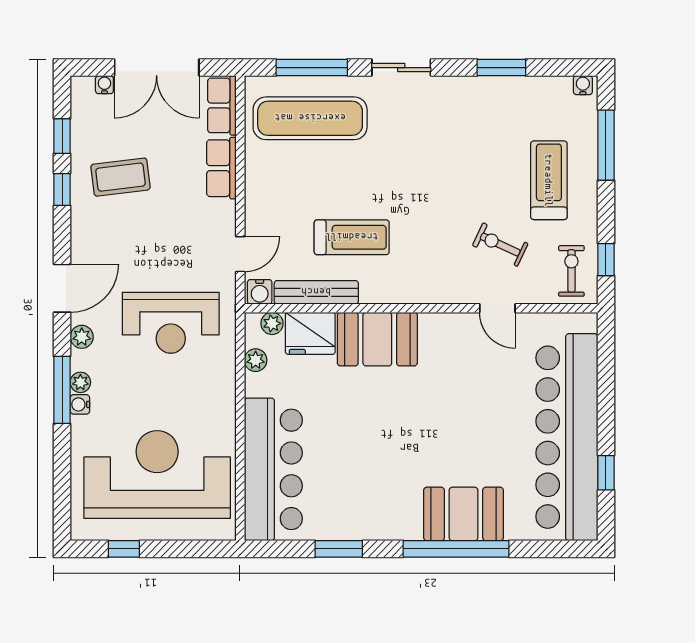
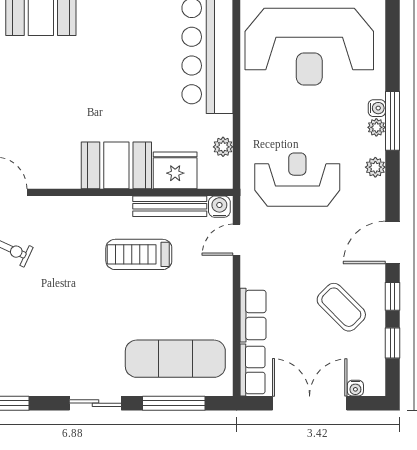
coffee table: (121, 177) -> (341, 307), turned 52
door: (62, 288) -> (393, 242), moved
plant: (272, 323) -> (209, 179), removed

